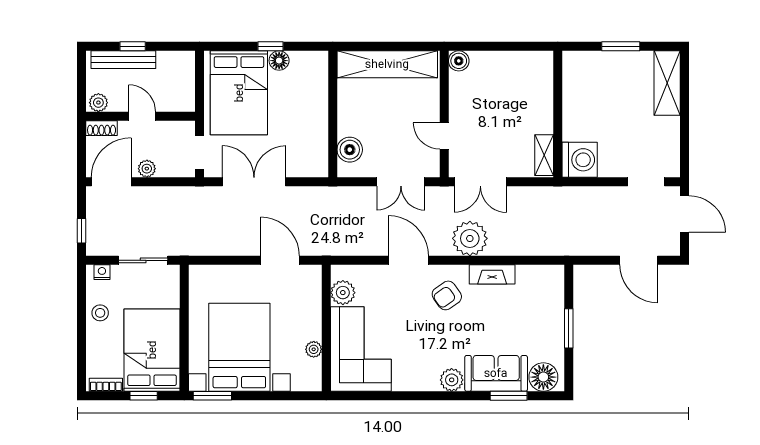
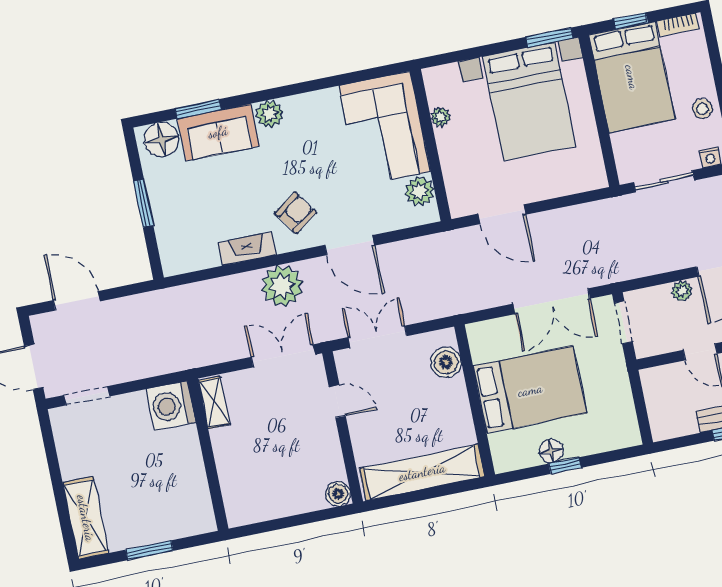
bed: (239, 93) -> (530, 390), moved, turned 90

